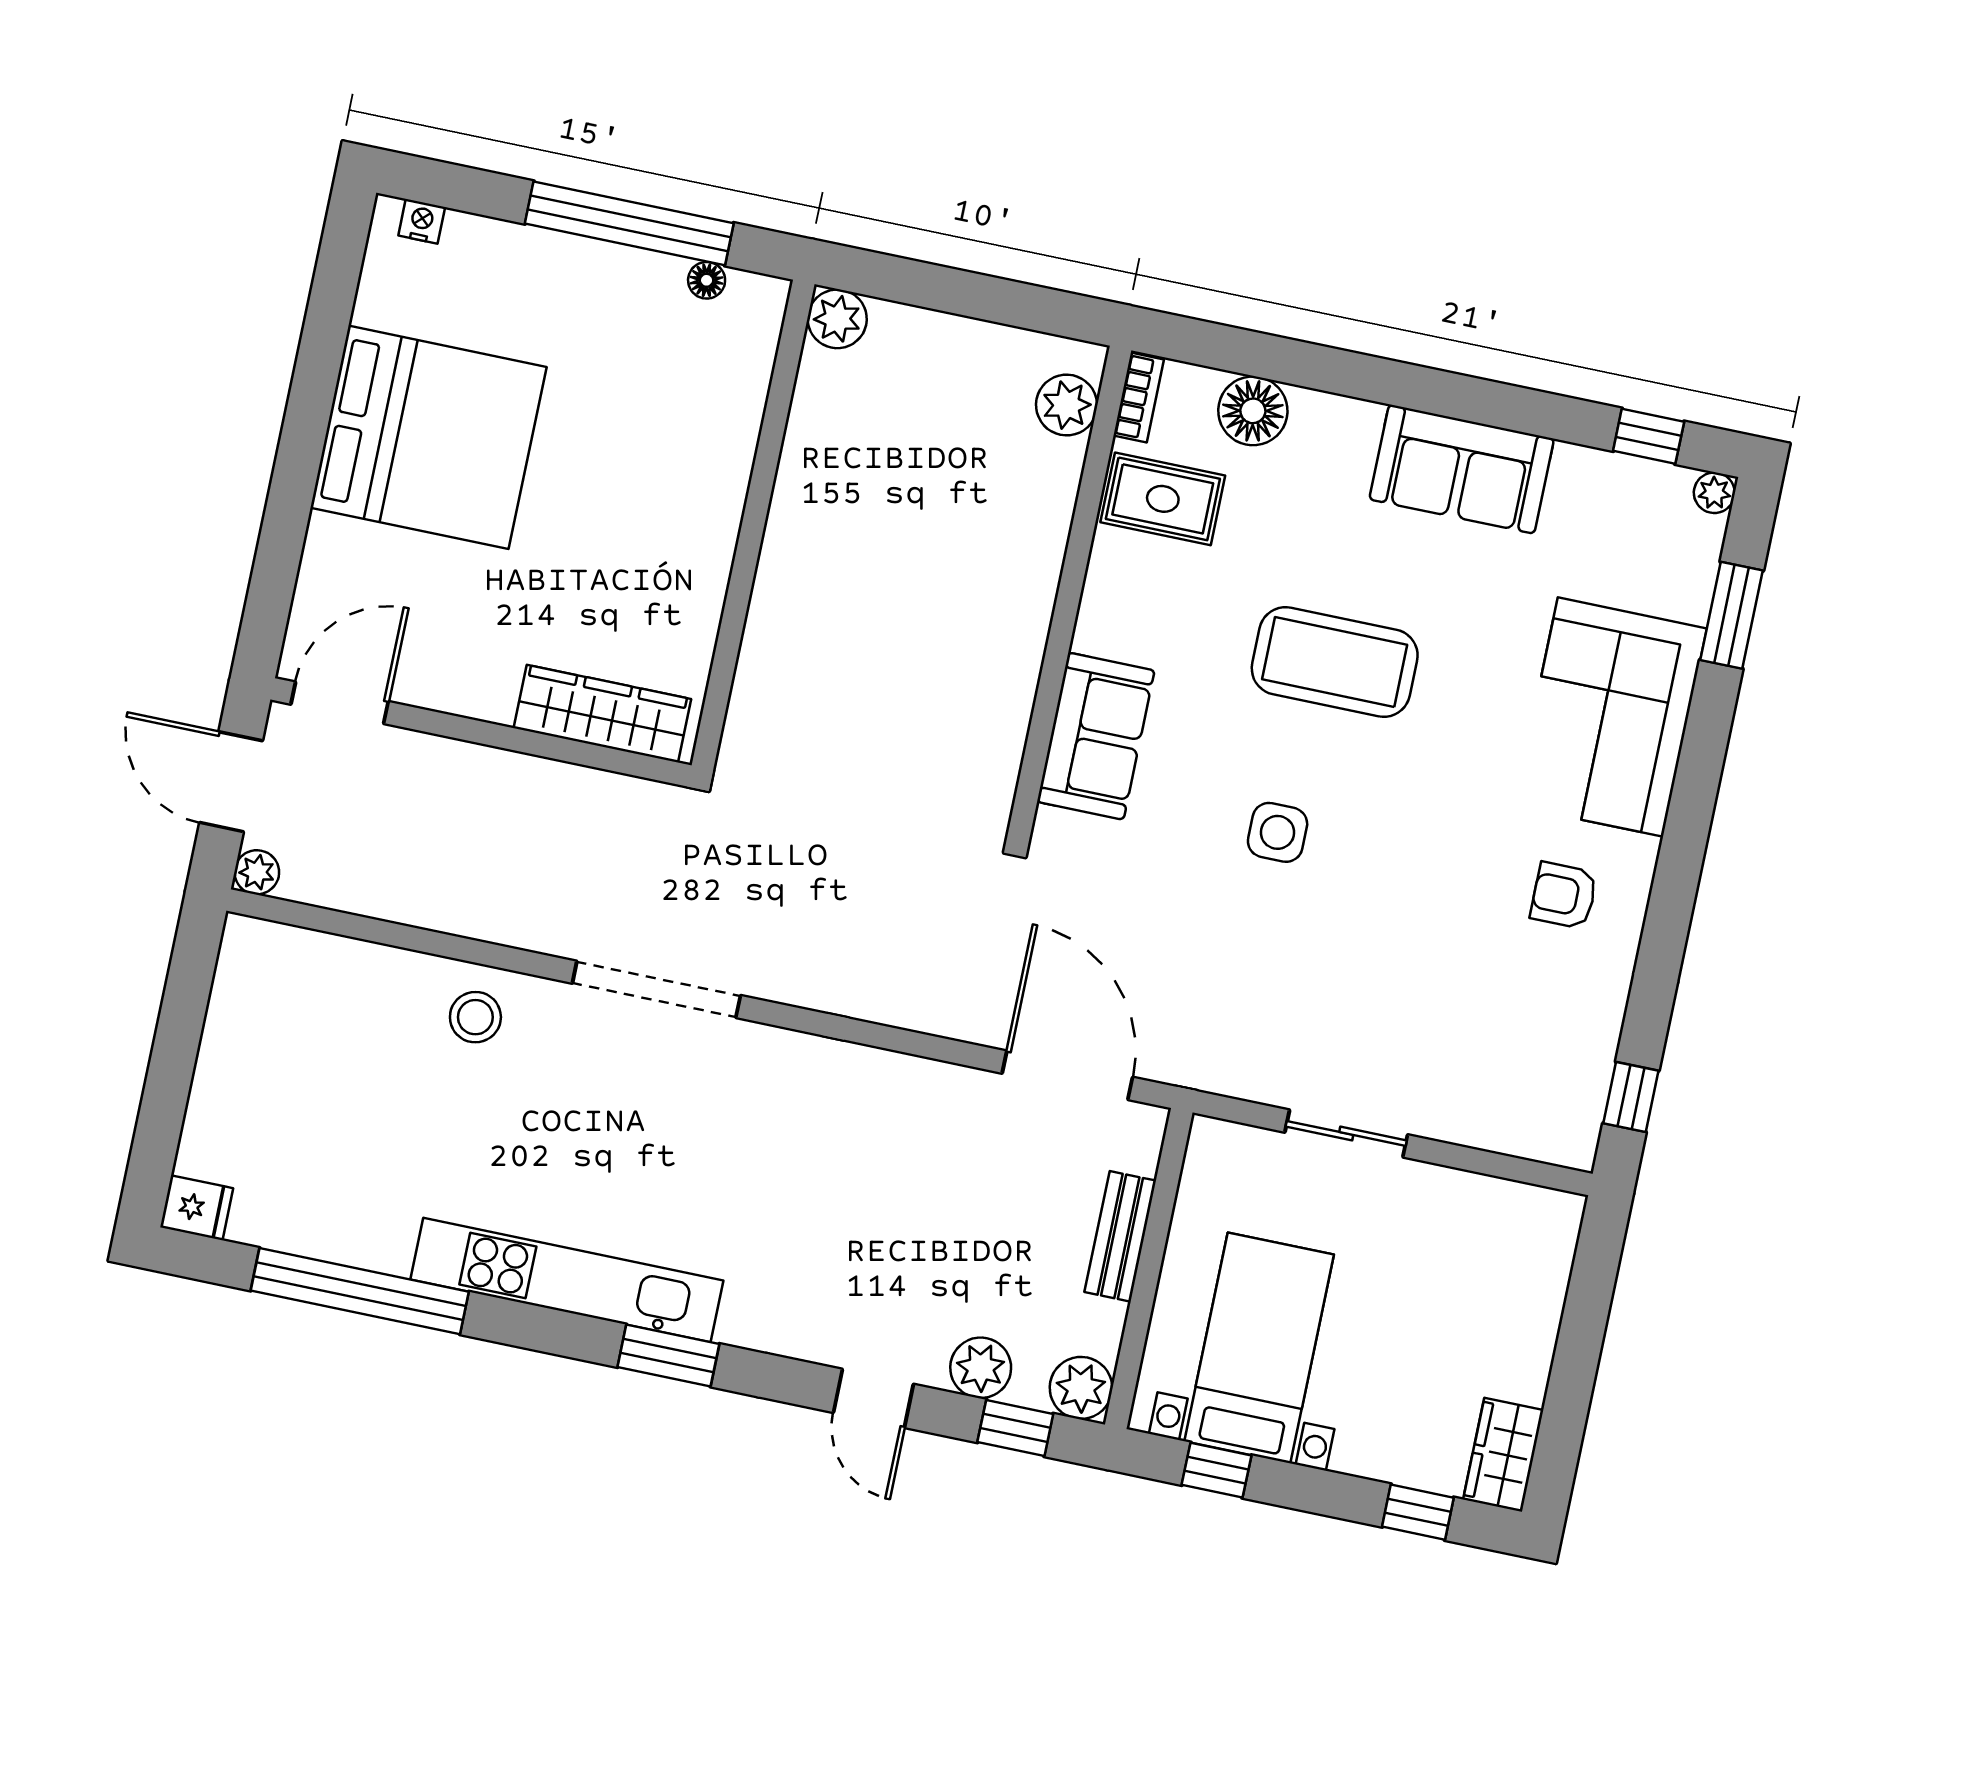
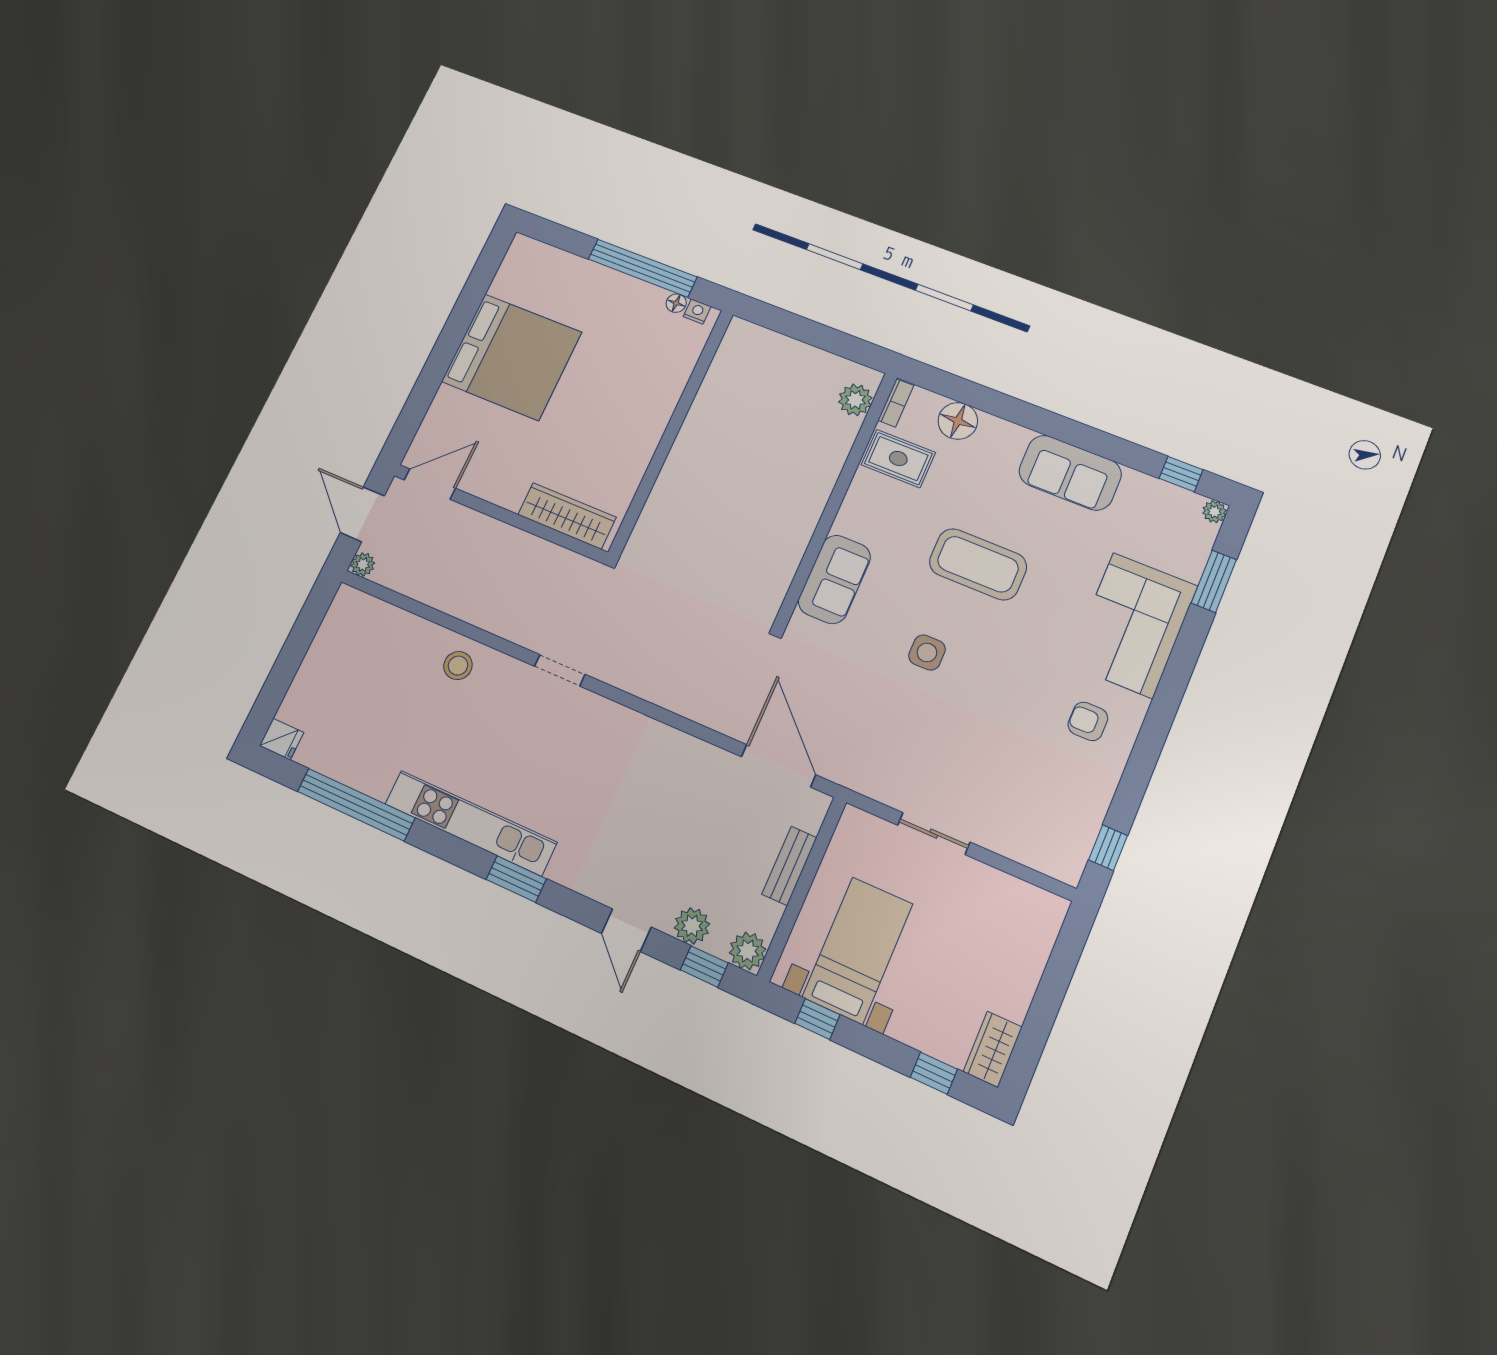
nightstand: (422, 221) -> (697, 311), moved
plant: (837, 319) -> (741, 334), removed
doorway: (656, 989) -> (560, 670), width x0.53

